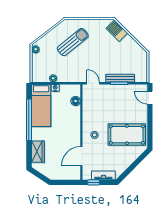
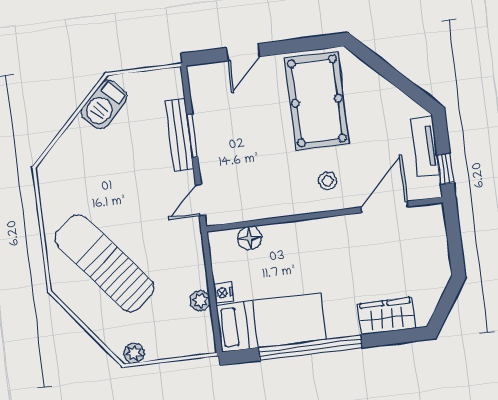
barbecue: (117, 31) -> (104, 104), moved
sun lounger: (73, 42) -> (105, 263), width x1.36, depth x1.34
door: (150, 98) -> (243, 52), moved
door: (81, 156) -> (384, 207), swing flipped

